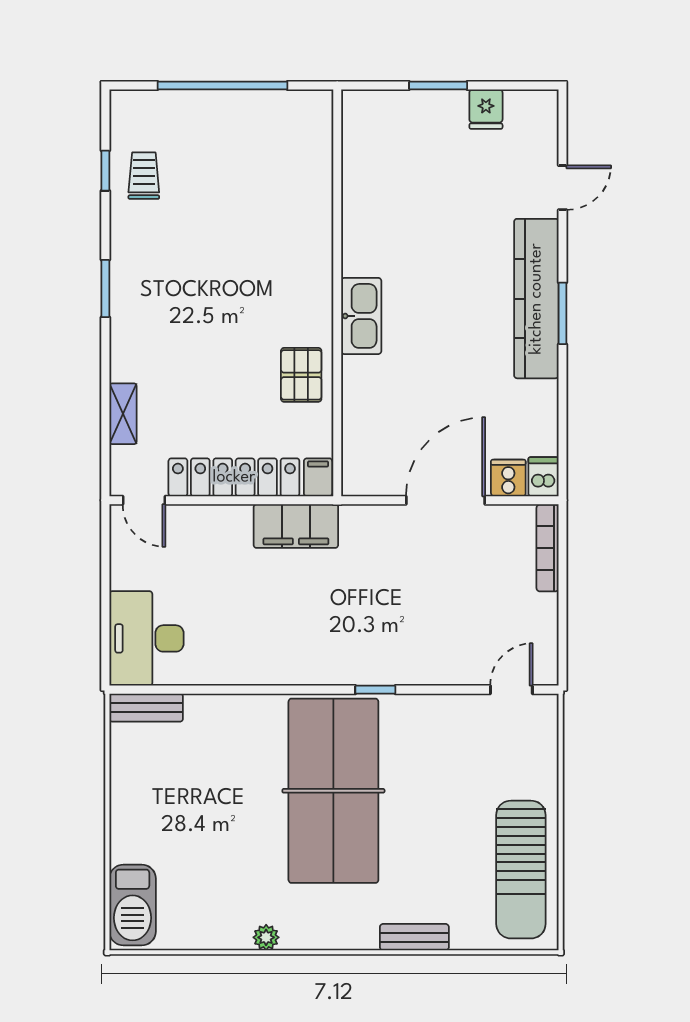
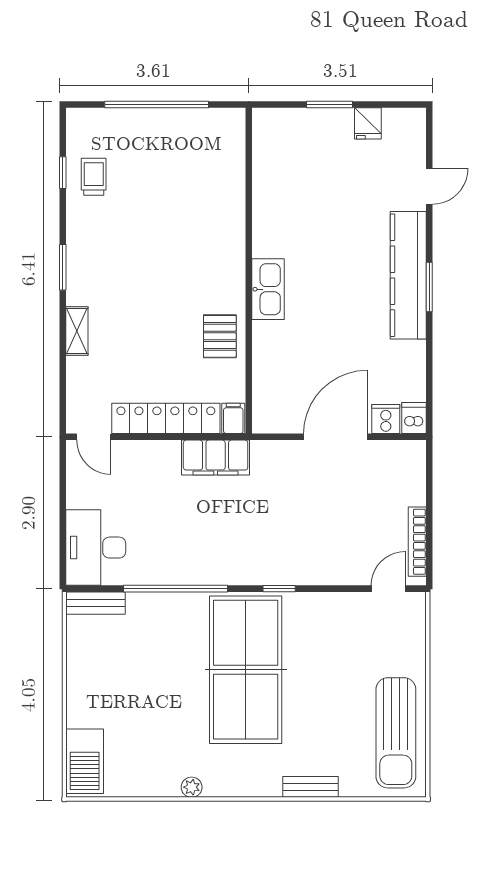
shelving: (123, 414) -> (77, 331), moved
bookcase: (548, 548) -> (417, 542), moved
window: (246, 690) -> (175, 589), added

